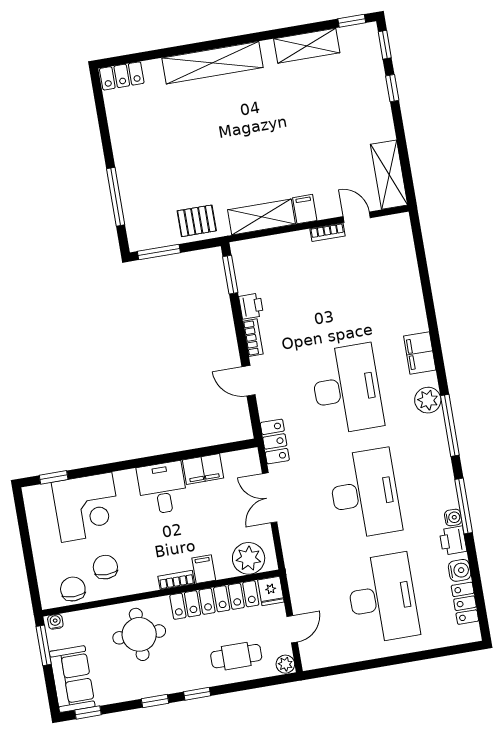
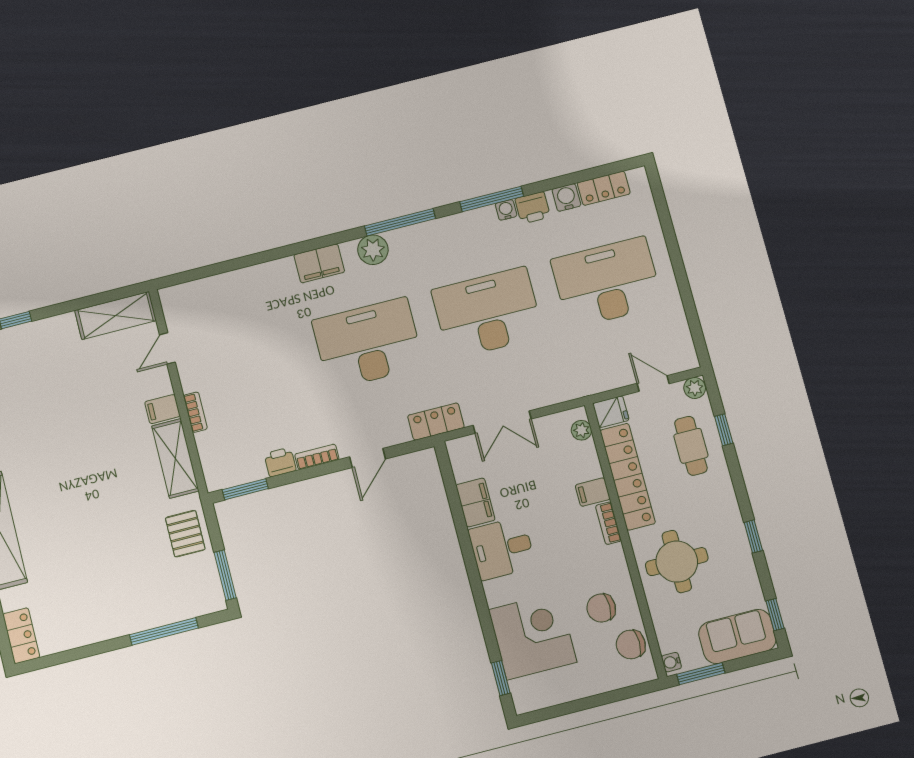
bookcase: (327, 232) -> (195, 412), moved
plant: (249, 558) -> (581, 430), width x0.53, depth x0.53
window: (197, 694) -> (724, 430), moved

